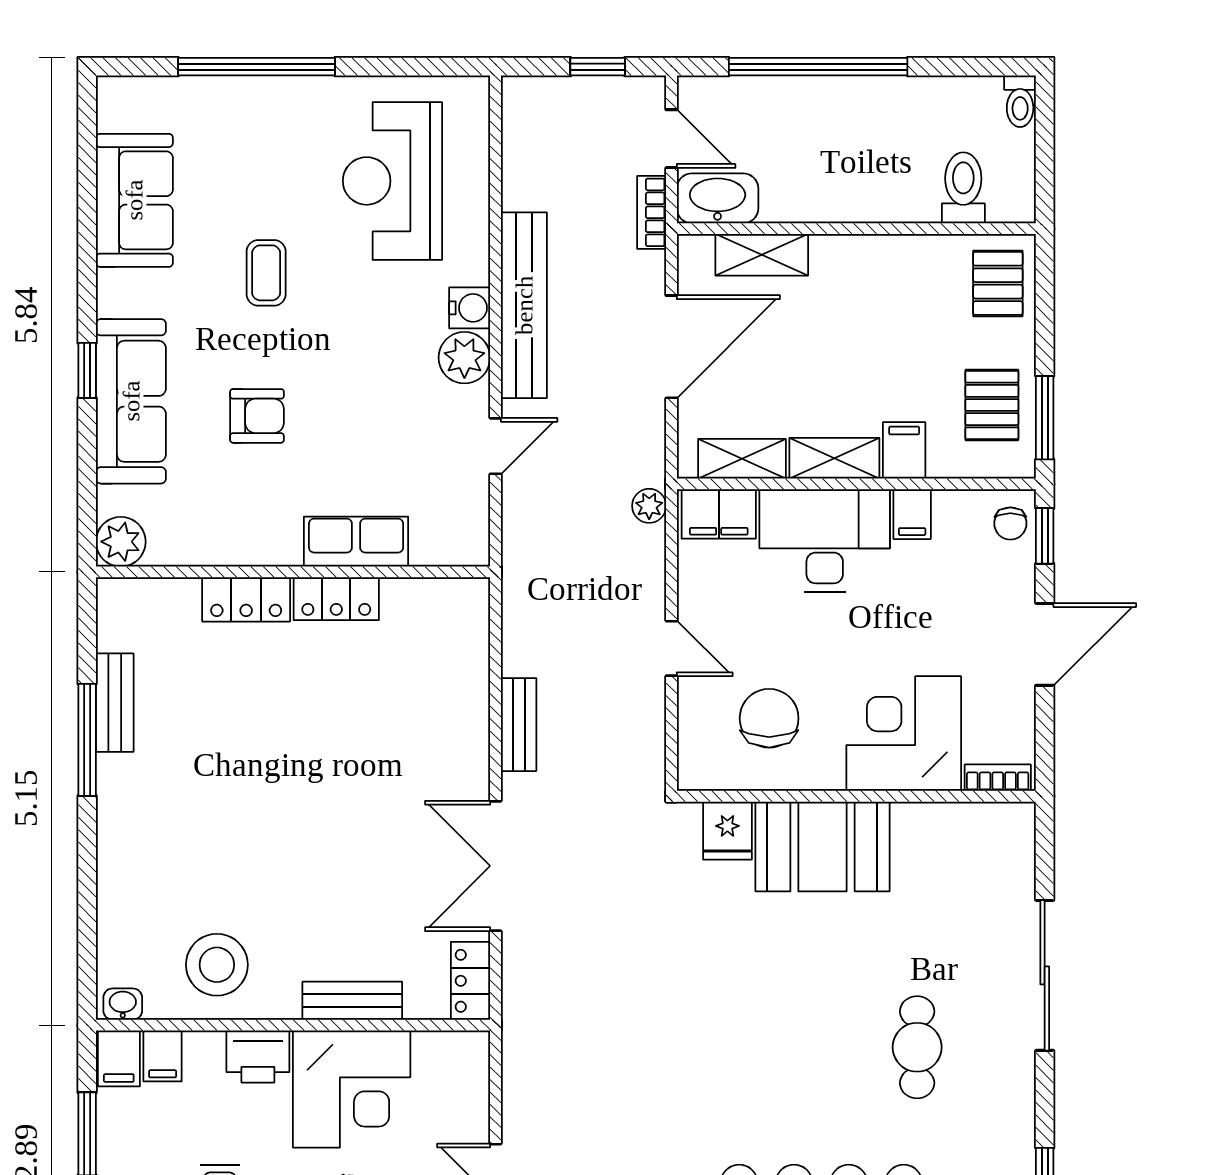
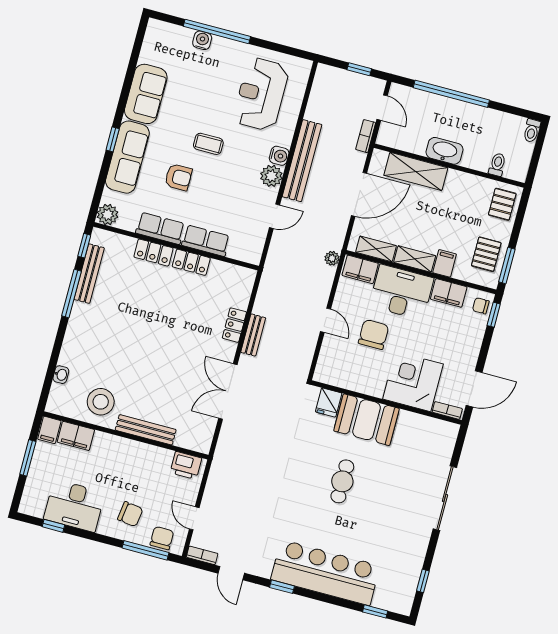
water cooler: (229, 95) -> (202, 40), added
toilet: (963, 188) -> (497, 165), width x0.73, depth x0.72
washbasin: (718, 198) -> (445, 151), moved
sofa: (134, 200) -> (146, 94), moved
shelving: (762, 255) -> (416, 171), width x1.50, depth x1.33
coffee table: (266, 273) -> (208, 144), moved, turned 90
filing cabinet: (912, 514) -> (449, 293), width x2.00
chair: (1010, 524) -> (481, 306), turned 90
row of seats: (247, 541) -> (160, 228), added
window: (87, 625) -> (84, 246), added
door: (1045, 644) -> (474, 389), moved
bench: (115, 703) -> (89, 274), width x1.36
chair: (769, 718) -> (374, 334), moved
locker: (471, 981) -> (234, 325), moved
bench: (352, 1001) -> (146, 430), width x1.36
washbasin: (123, 1004) -> (61, 375), moved, turned 90
cafe table: (917, 1047) -> (342, 481), moved
filing cabinet: (163, 1056) -> (76, 436), width x2.00
printer: (258, 1056) -> (186, 465), moved
corner desk: (352, 1089) -> (143, 469), removed

